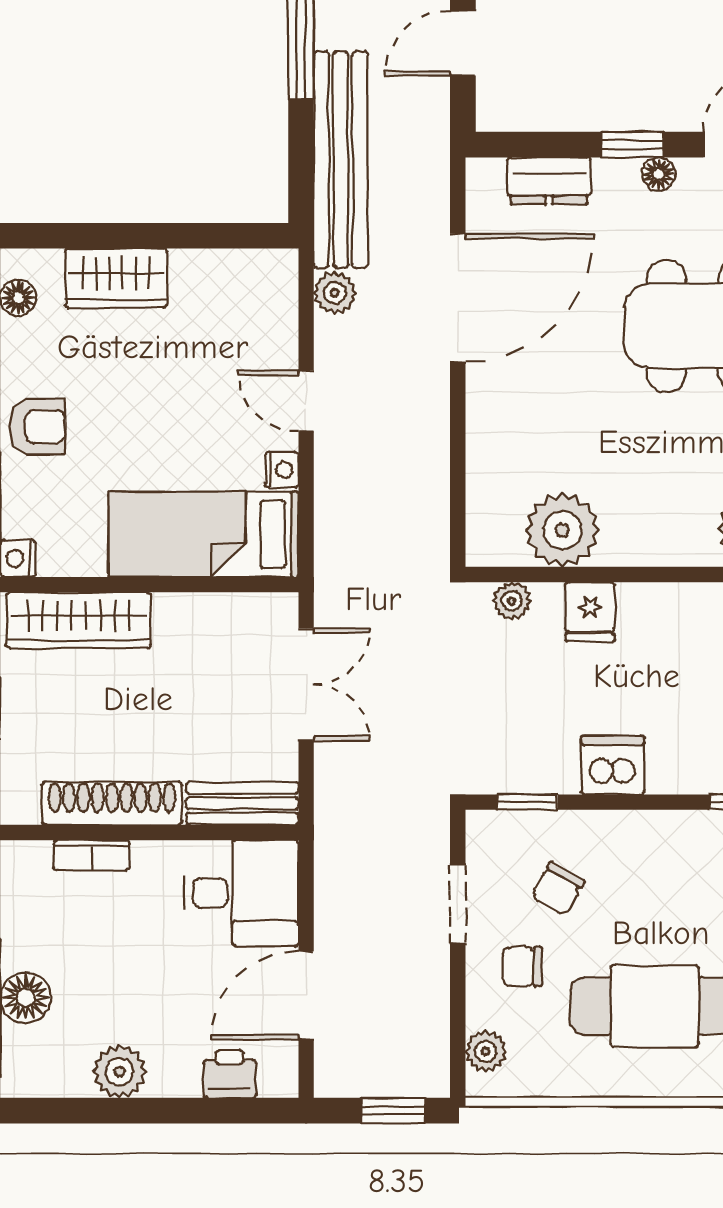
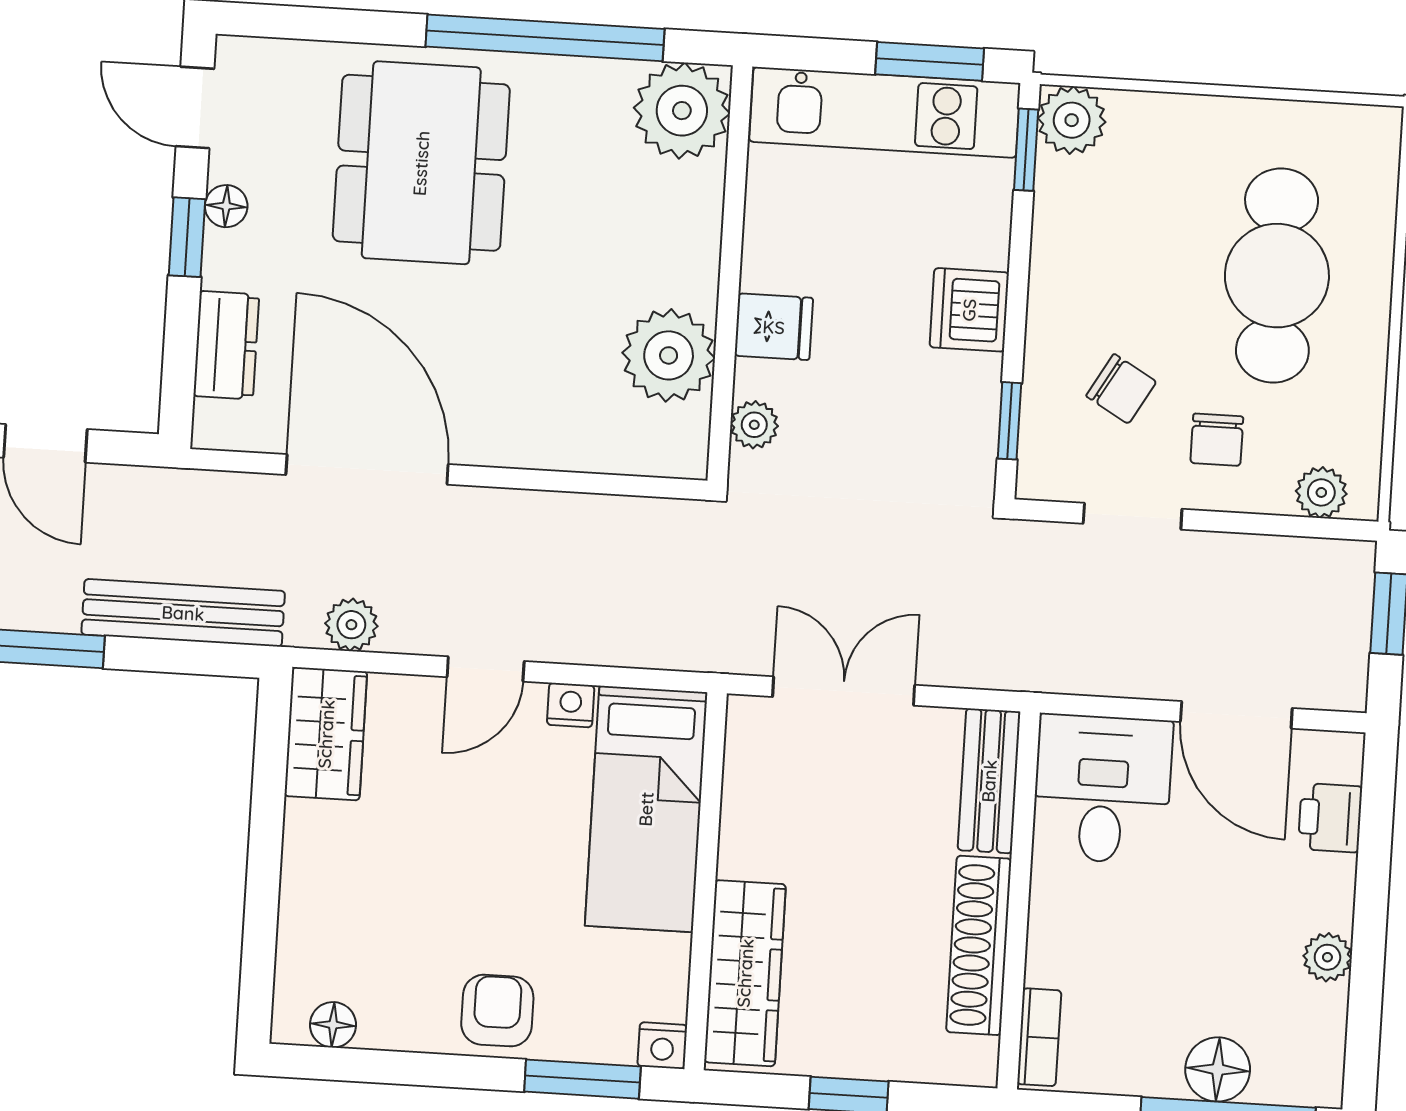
bench: (341, 160) -> (183, 613), width x0.73, depth x0.82
wardrobe: (116, 278) -> (326, 734), moved
bookcase: (92, 855) -> (1039, 1037), moved
plant: (119, 1072) -> (1327, 957), width x0.73, depth x0.73

